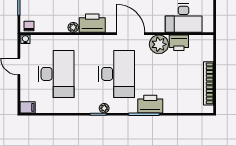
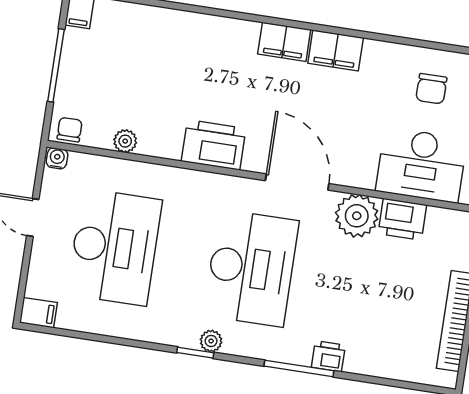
plant: (73, 27) -> (125, 141), moved
printer: (150, 104) -> (328, 356), width x0.53, depth x0.68

